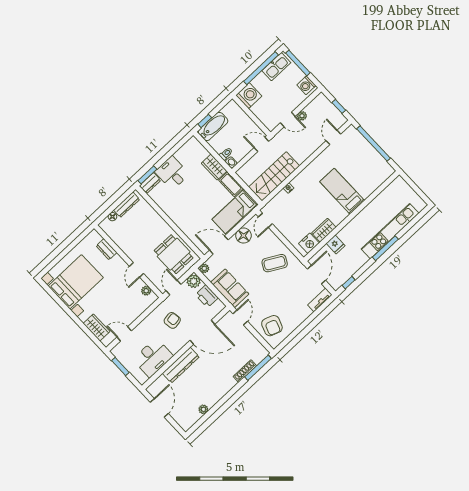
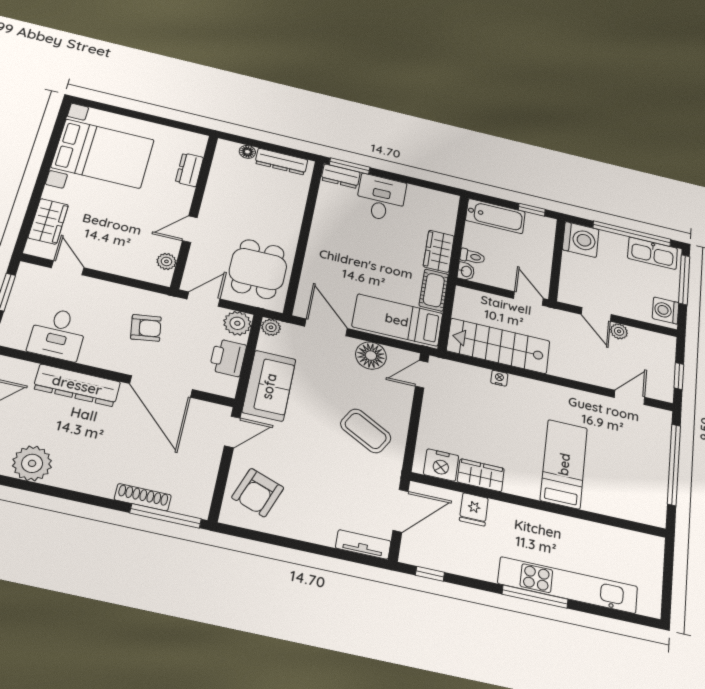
window: (205, 121) -> (532, 210), moved
desk: (153, 358) -> (58, 334), width x0.73
plant: (203, 409) -> (32, 463), width x1.88, depth x1.88

